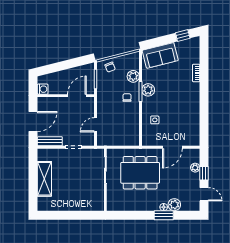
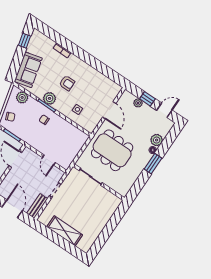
plant: (133, 76) -> (22, 97), moved
armchair: (171, 96) -> (67, 83), added
dining table: (140, 173) -> (112, 150), turned 90
window: (164, 215) -> (153, 164), moved

